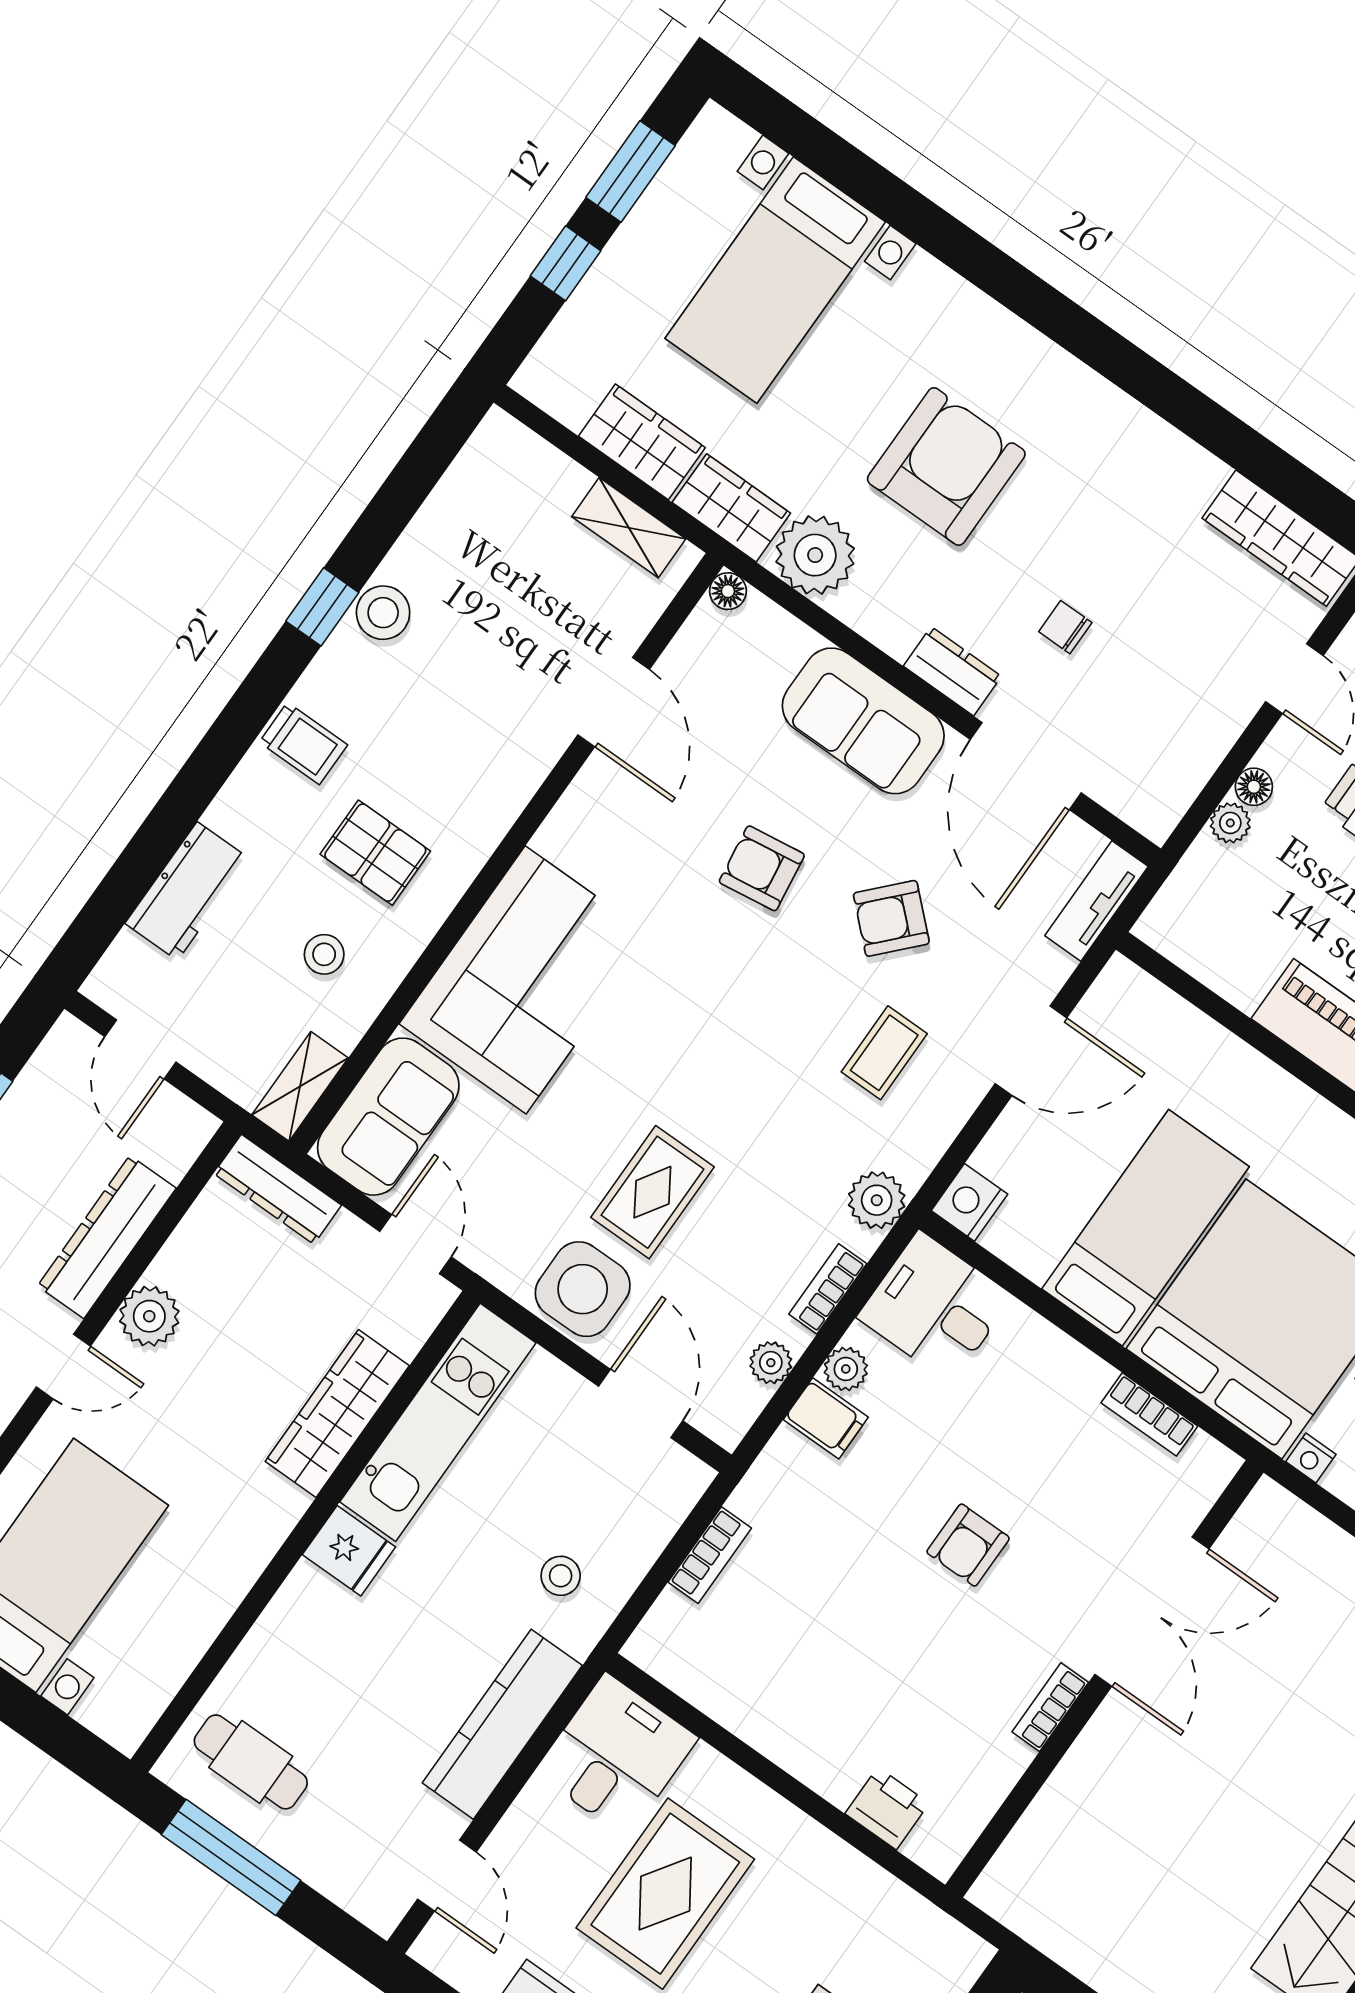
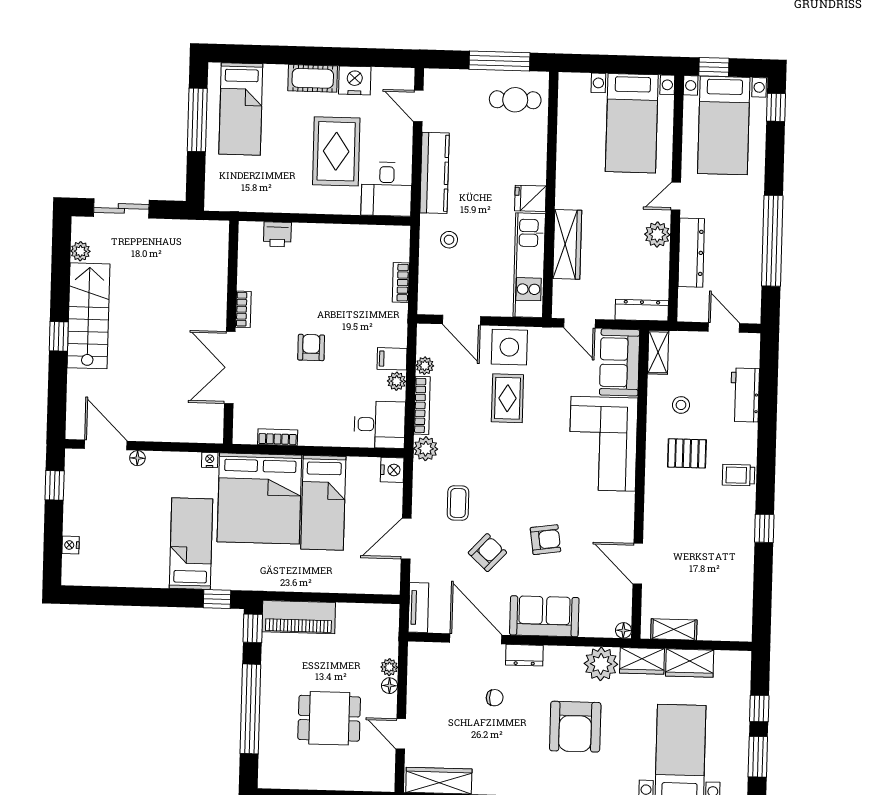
stool: (383, 613) -> (741, 541), removed
bookcase: (828, 1289) -> (422, 405), width x1.56

